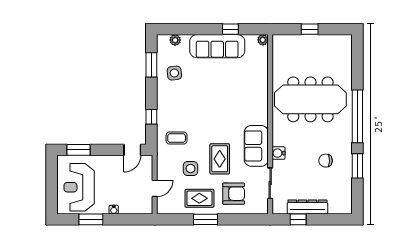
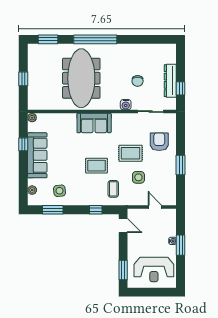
sofa: (256, 146) -> (94, 123), moved
chair: (326, 161) -> (138, 81), moved
window: (357, 166) -> (48, 39), moved
rug: (199, 198) -> (97, 166), moved, turned 90
window: (91, 219) -> (181, 245), moved

